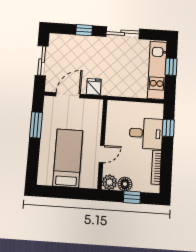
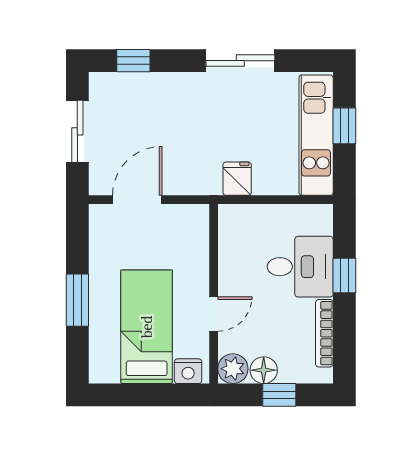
window: (84, 30) -> (133, 61), moved
fridge: (94, 87) -> (237, 179), moved
window: (36, 125) -> (77, 300), moved
window: (168, 128) -> (344, 275), moved
nightstand: (87, 182) -> (188, 371), added

